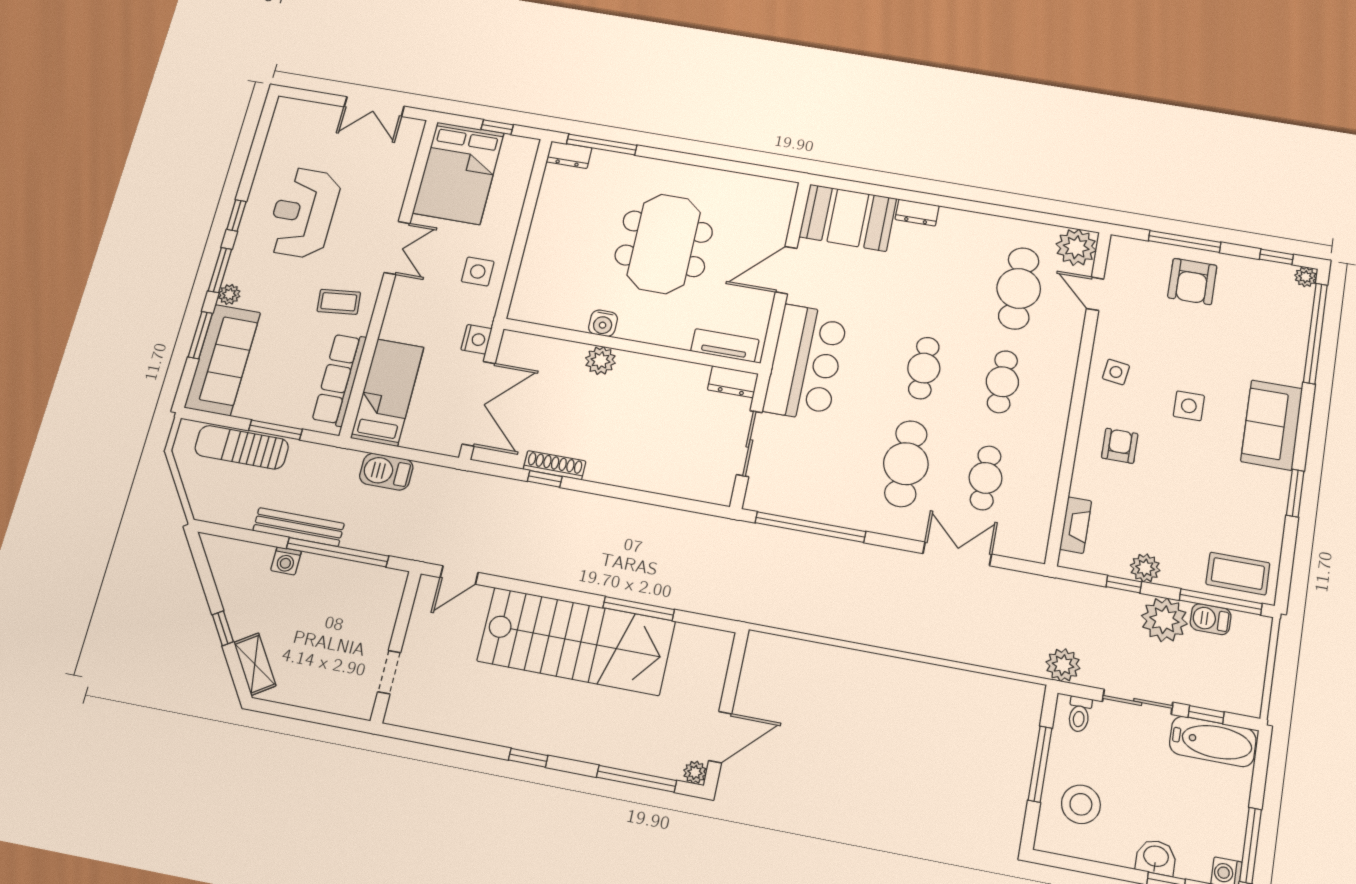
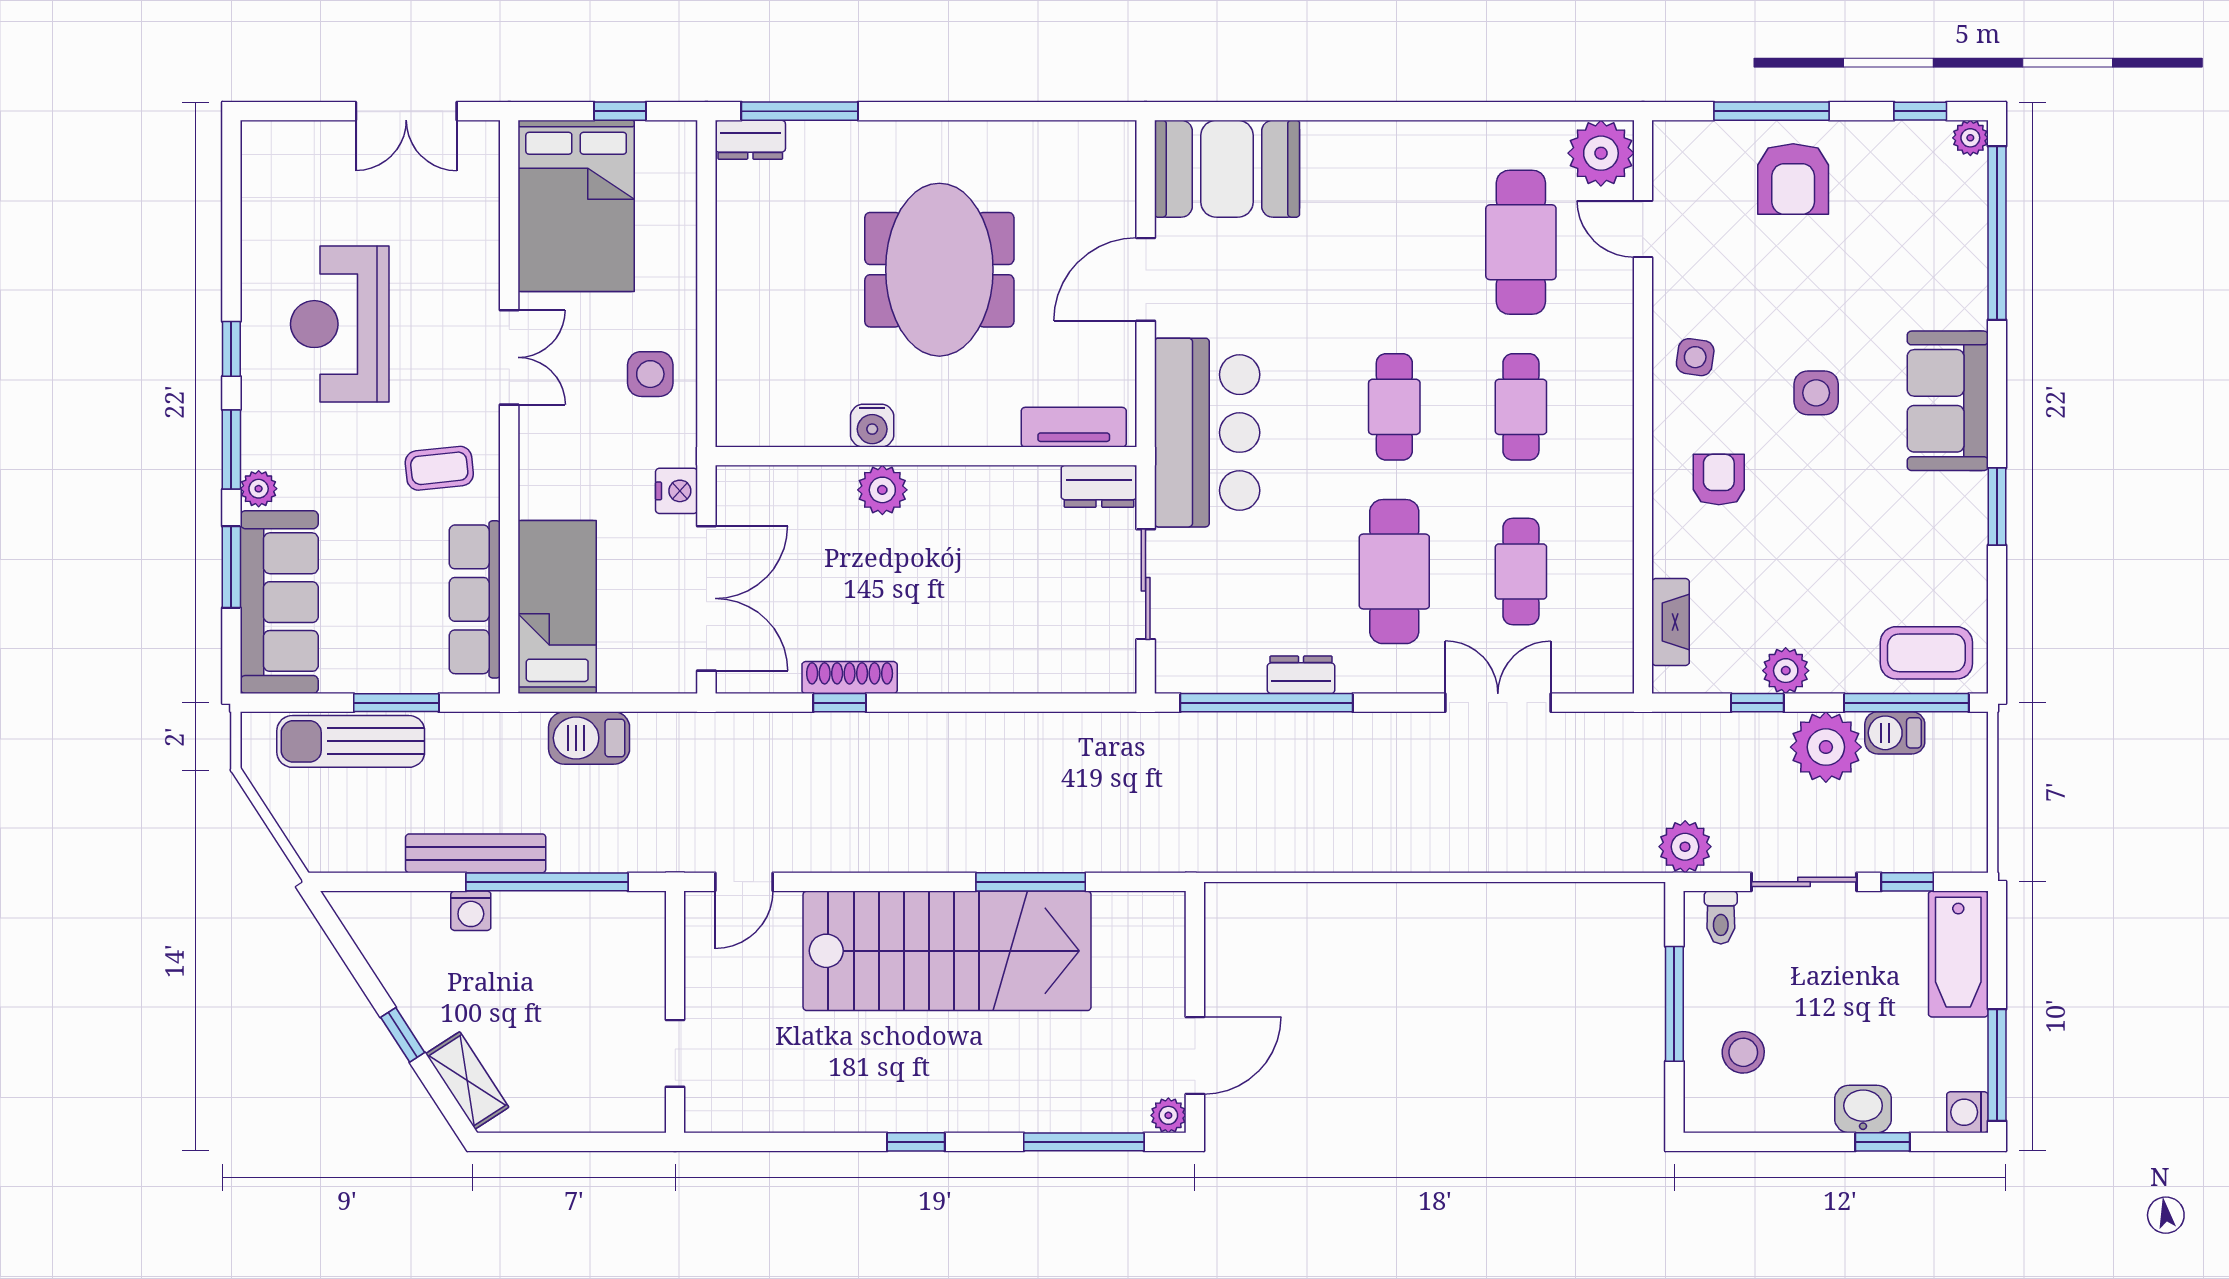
dresser: (917, 213) -> (1301, 675), moved, turned 180
bathtub: (1213, 741) -> (1958, 954), moved, turned 90
stool: (1081, 804) -> (1743, 1052), width x0.73, depth x0.73

